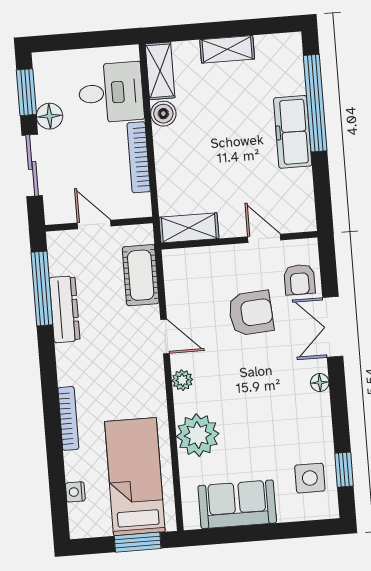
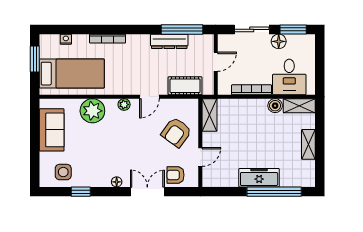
armchair: (251, 313) -> (176, 132), moved, turned 40
window: (344, 470) -> (81, 192), moved
window: (138, 542) -> (35, 59), moved

